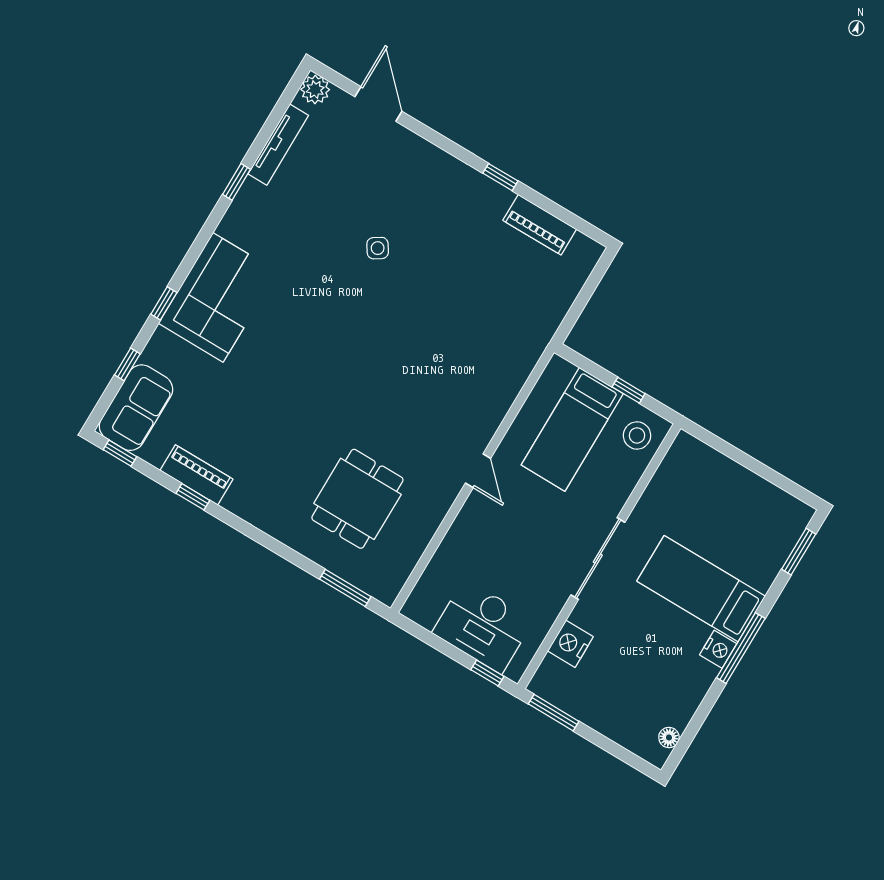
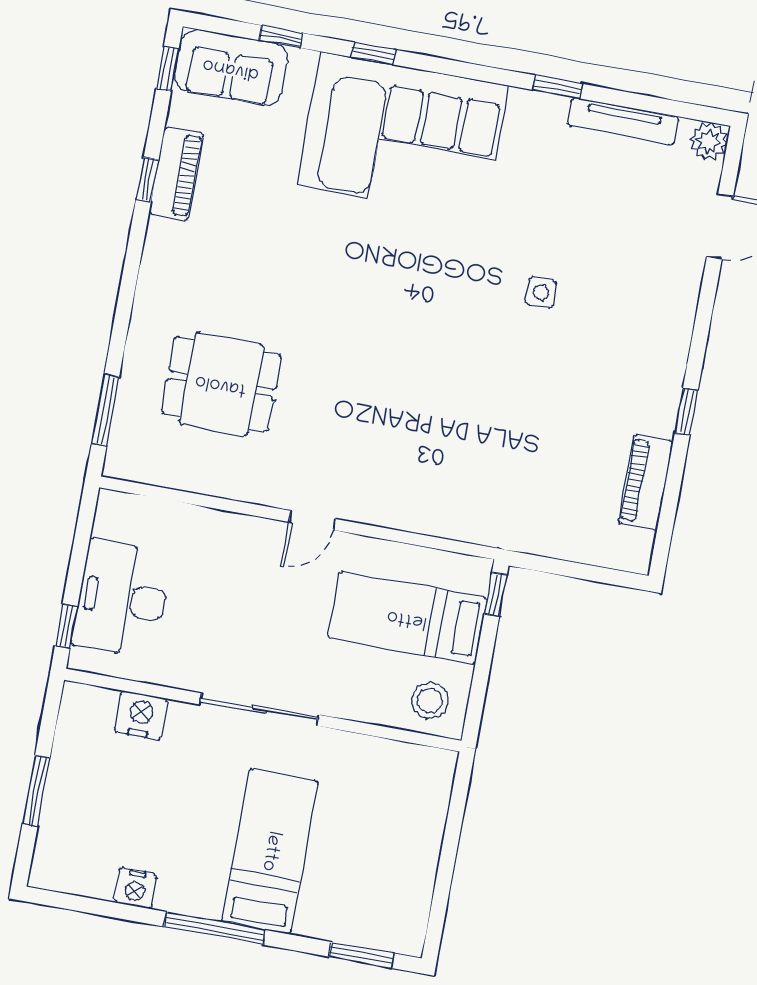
side table: (378, 248) -> (541, 292), turned 33
corner sofa: (218, 297) -> (403, 135), width x1.36, depth x1.36
window: (629, 390) -> (496, 594), moved
nightstand: (718, 649) -> (135, 889), moved
window: (554, 713) -> (36, 791), moved
floor lamp: (669, 738) -> (71, 881), removed

